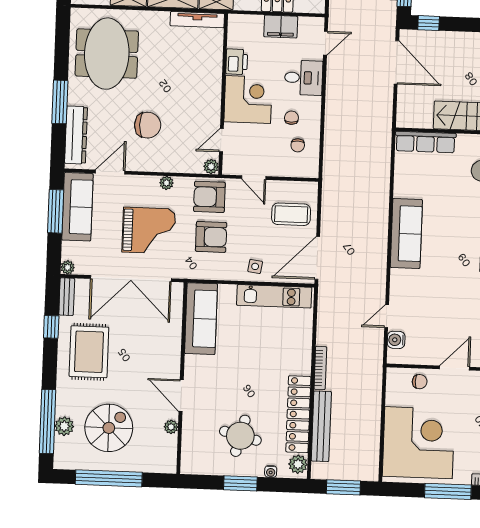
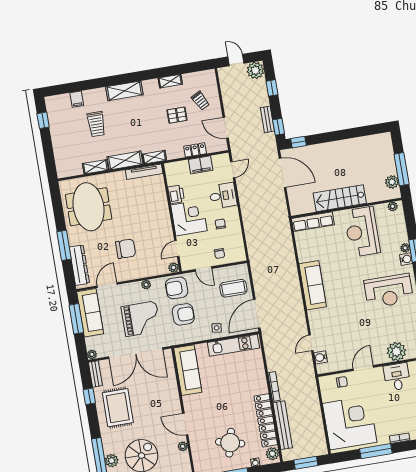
chair: (298, 145) -> (219, 253), moved

